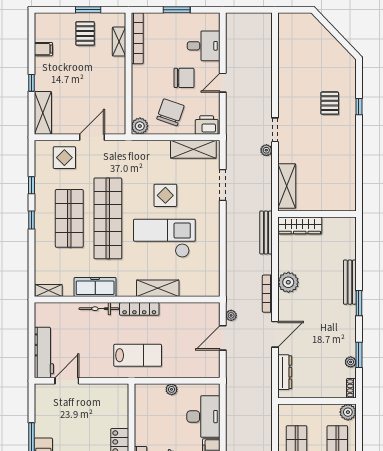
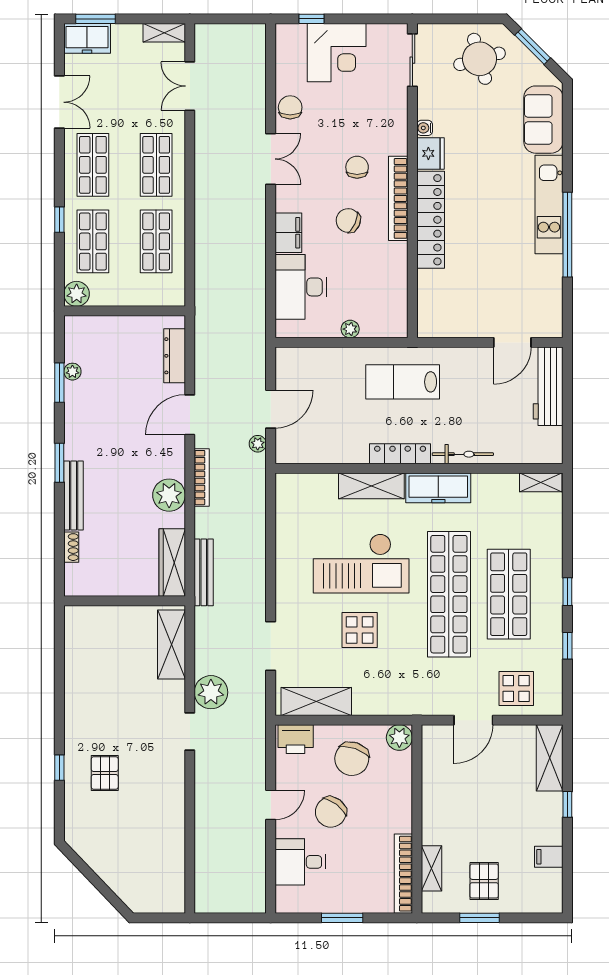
chair: (184, 78) -> (331, 812), turned -53
plant: (266, 150) -> (211, 692), width x1.88, depth x1.88
wardrobe: (300, 225) -> (172, 563), moved, turned -90
freezer: (95, 287) -> (438, 488), moved
shoe rack: (351, 388) -> (71, 547), moved

